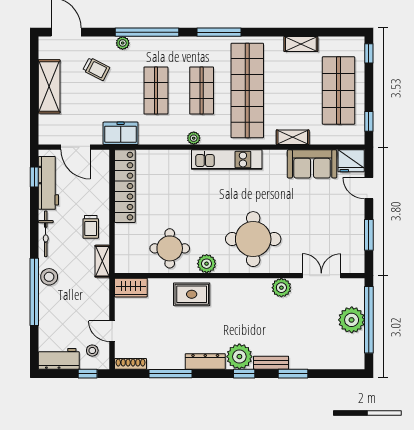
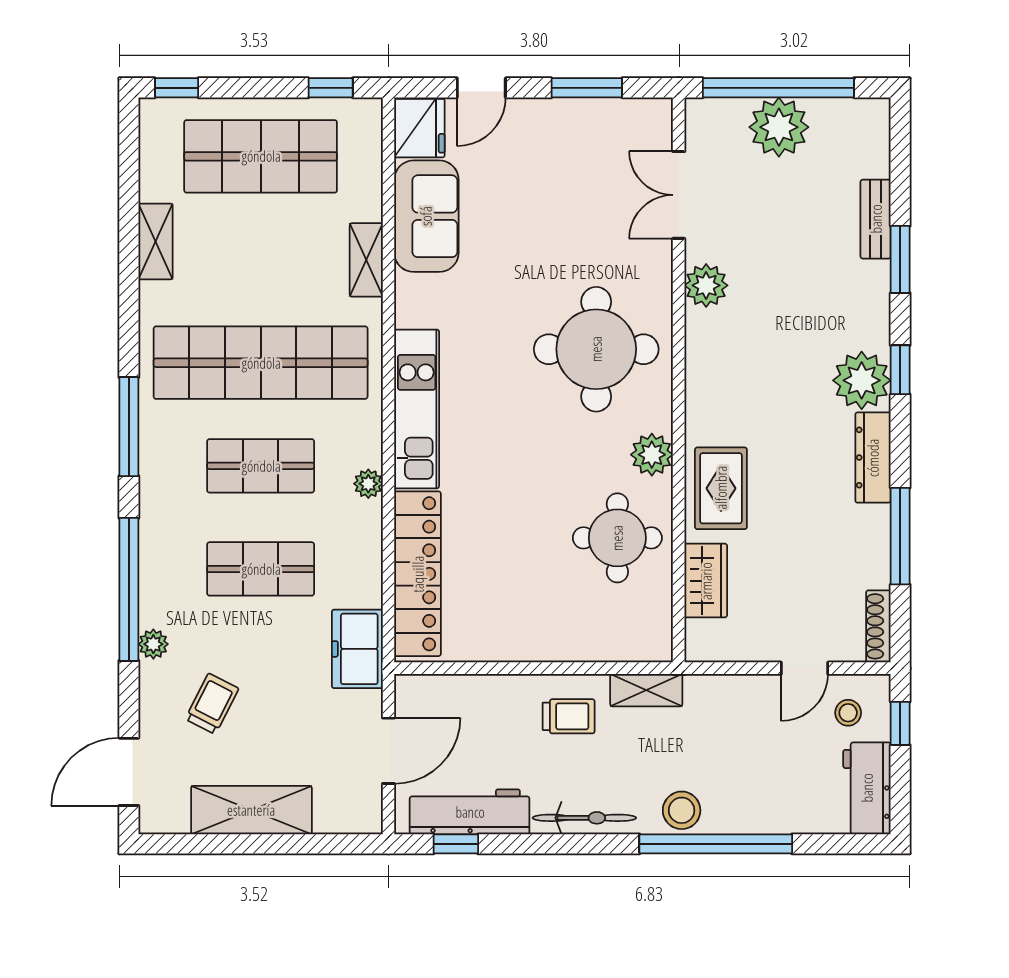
locker: (125, 186) -> (418, 574), moved, turned 90
wardrobe: (131, 288) -> (706, 581), moved
bench: (271, 363) -> (876, 219), moved

